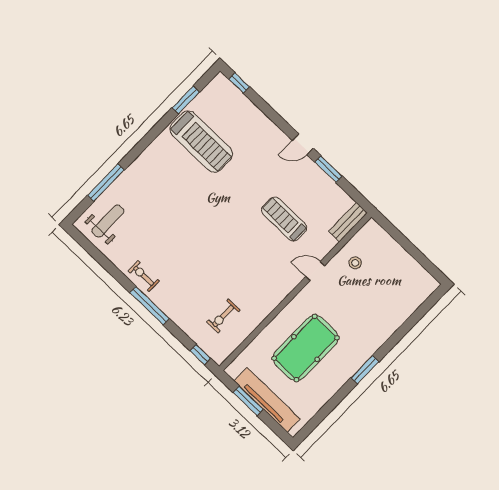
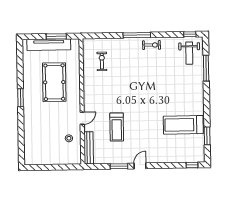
treadmill: (284, 219) -> (117, 127), turned 90
bench: (348, 222) -> (89, 148), width x1.36
window: (200, 355) -> (190, 34), moved

